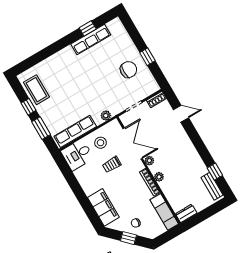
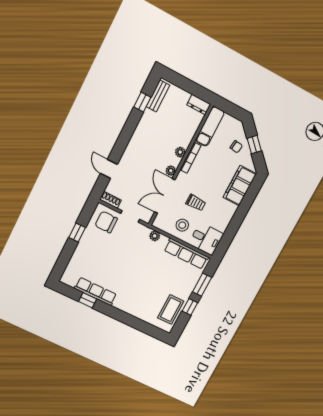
chair: (128, 70) -> (106, 222), moved

